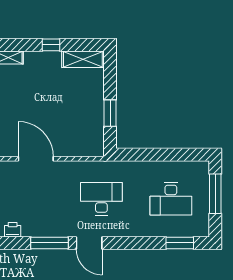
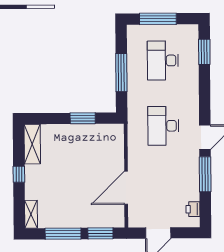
window: (158, 155) -> (121, 73), added
desk: (171, 199) -> (163, 61), turned 180

